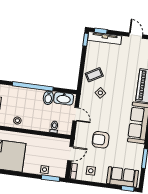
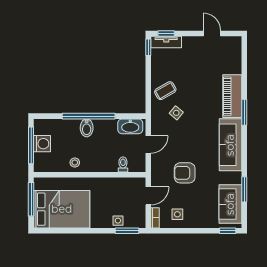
tv unit: (105, 38) -> (166, 42), width x0.71
bidet: (48, 98) -> (87, 128), moved
door: (76, 114) -> (148, 144), hinge flipped
sofa: (122, 177) -> (230, 204), moved, turned -90

